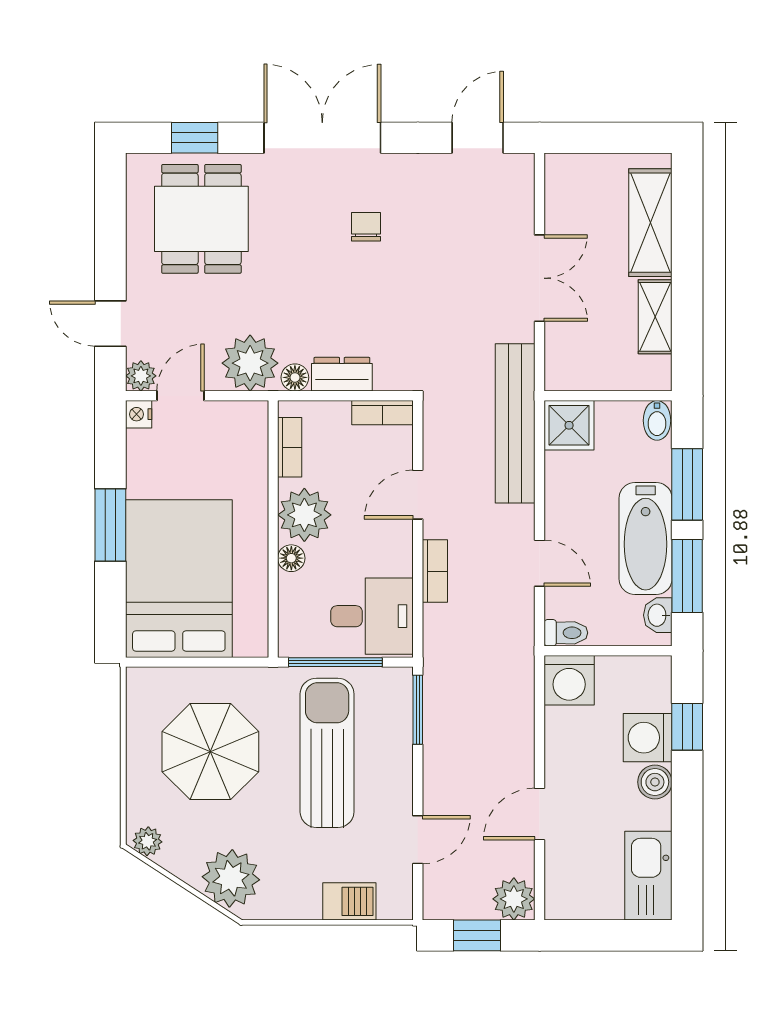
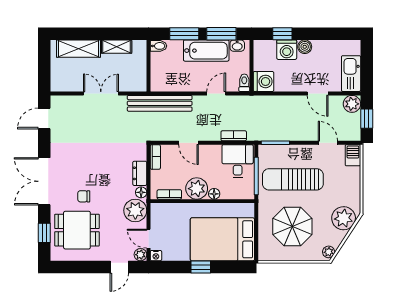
door: (478, 138) -> (44, 118), hinge flipped
chair: (366, 227) -> (84, 196), moved
shower: (569, 425) -> (160, 82), removed
window: (110, 525) -> (201, 267), width x0.67
bookcase: (435, 571) -> (234, 136), moved
kitchen sink: (648, 876) -> (351, 74), moved, turned 90
barbecue: (349, 901) -> (353, 155), moved

